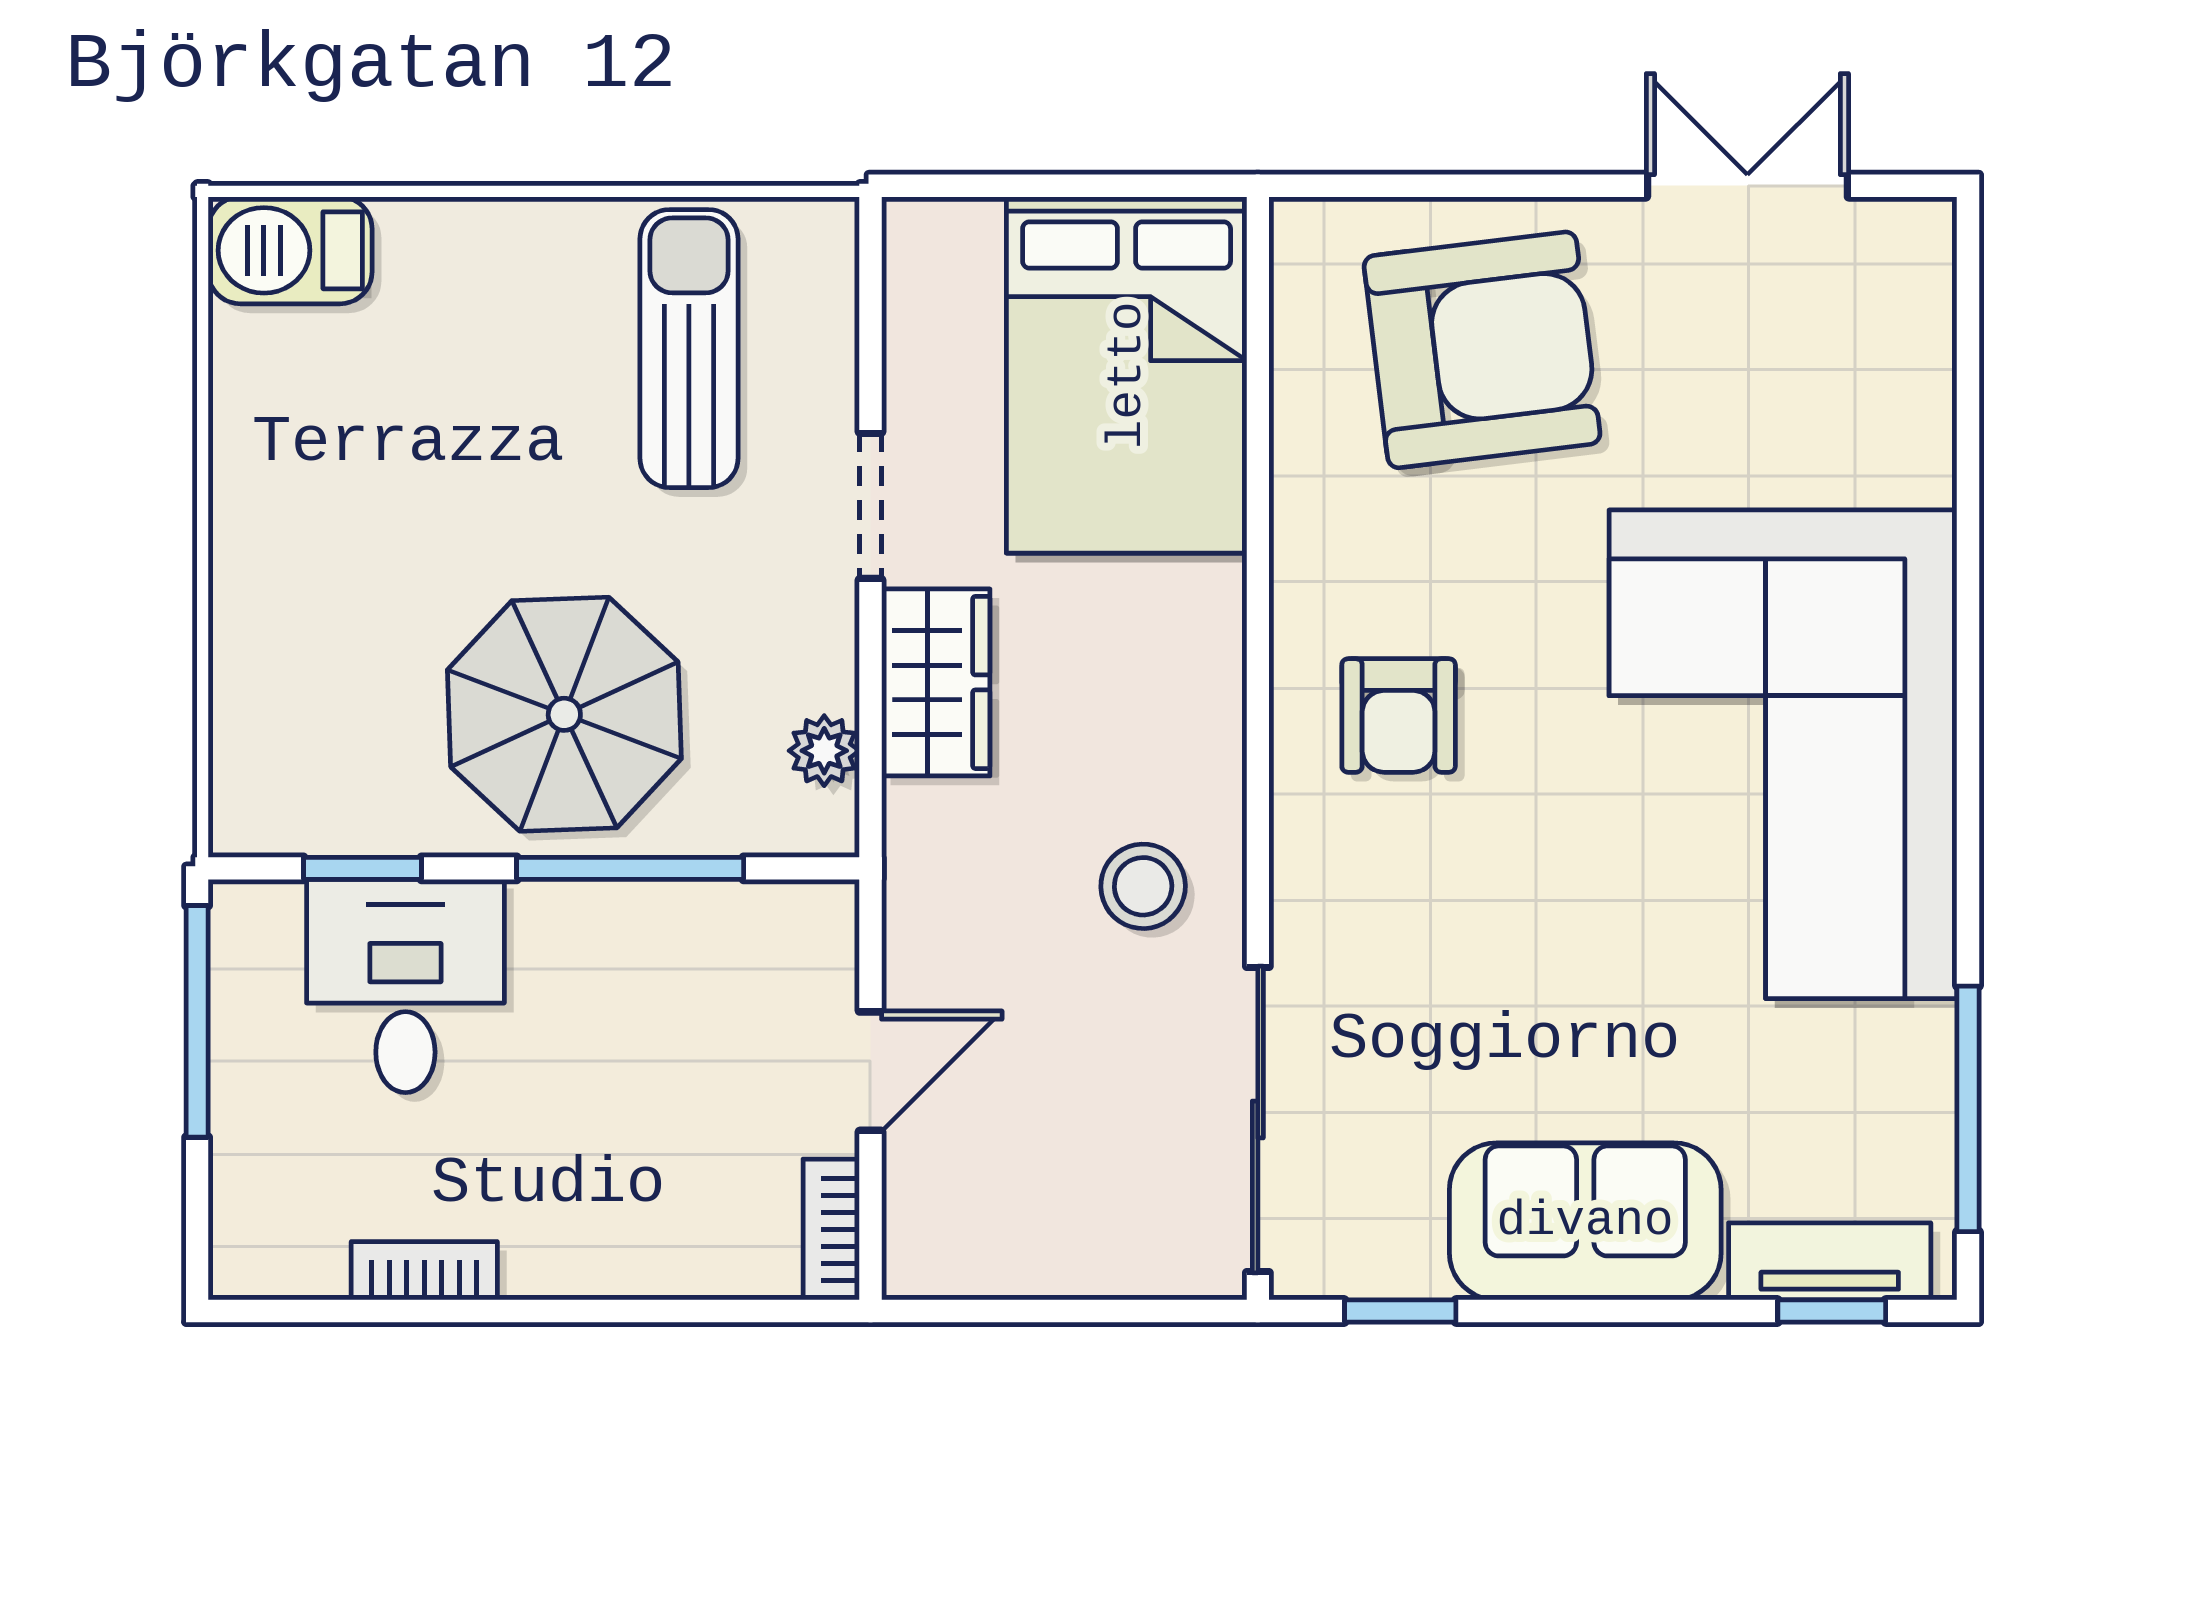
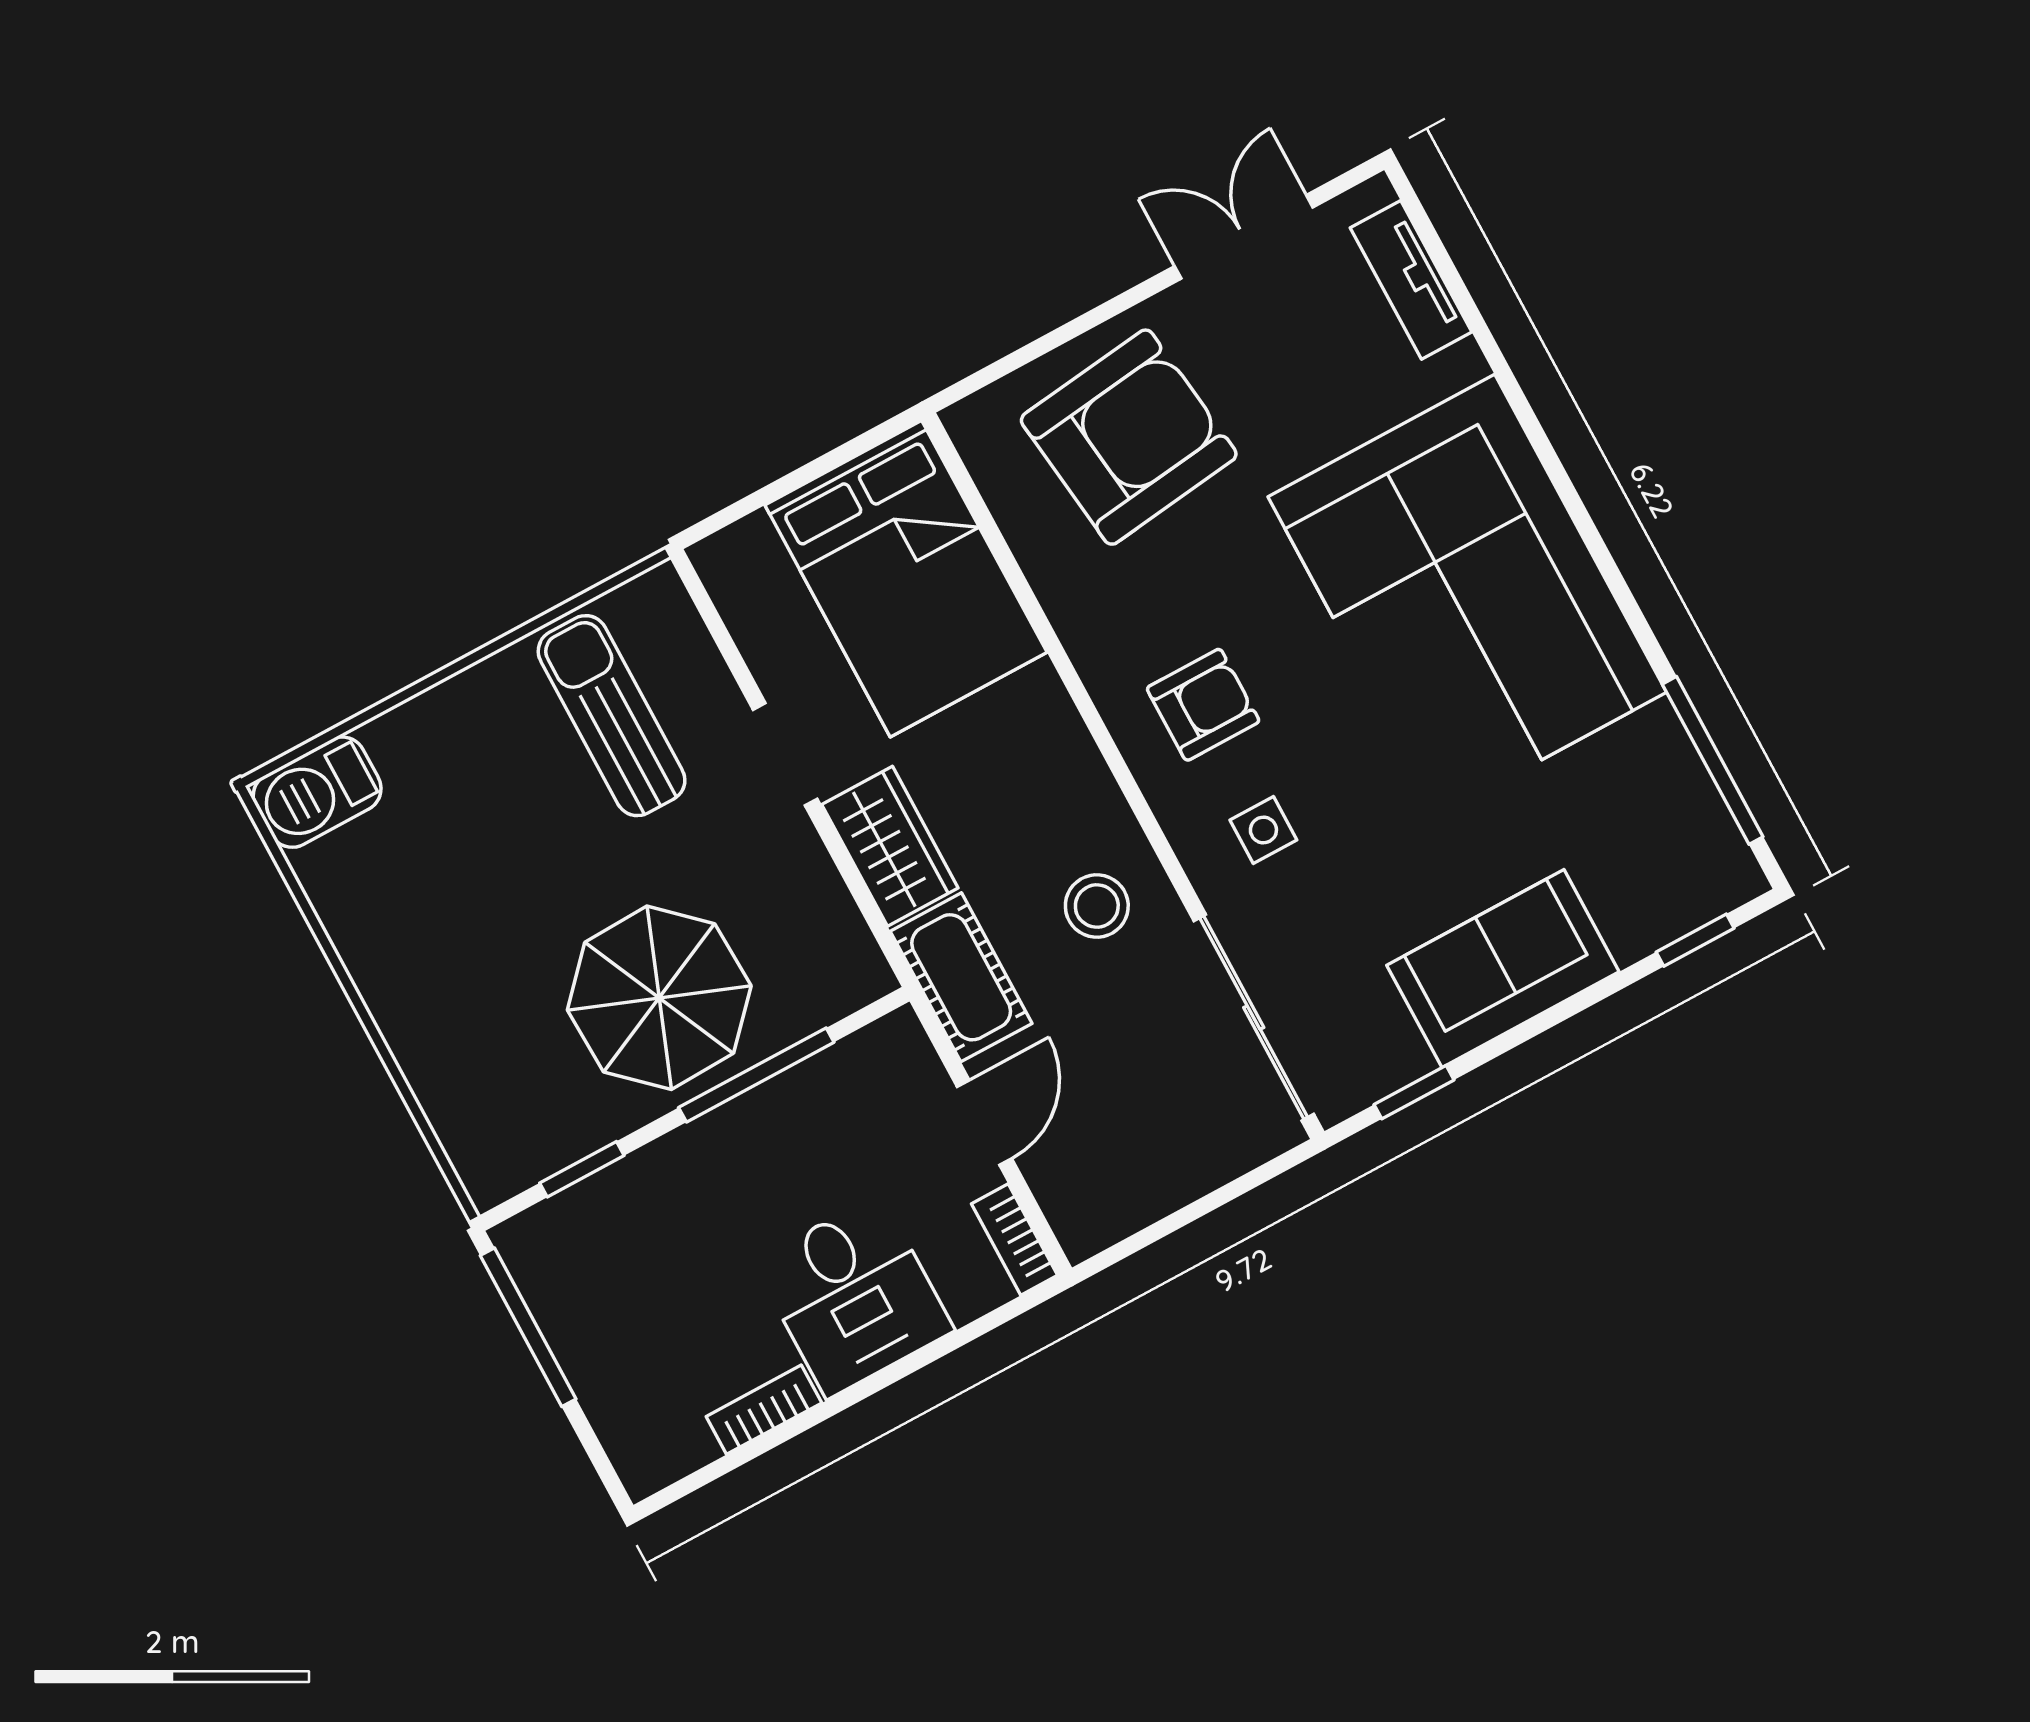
armchair: (1399, 715) -> (1203, 705), turned -90
plant: (824, 751) -> (841, 930), removed
cot: (936, 884) -> (961, 977), added
side table: (1390, 903) -> (1263, 830), added
desk: (405, 986) -> (854, 1296), moved, turned 180
tv unit: (1830, 1261) -> (1411, 280), moved, turned -90

